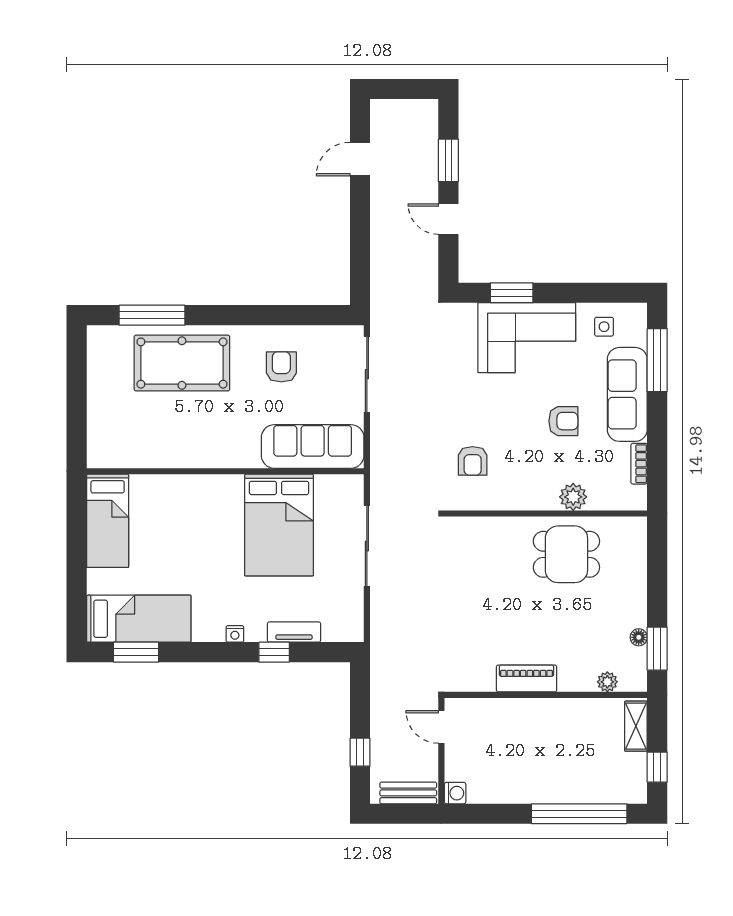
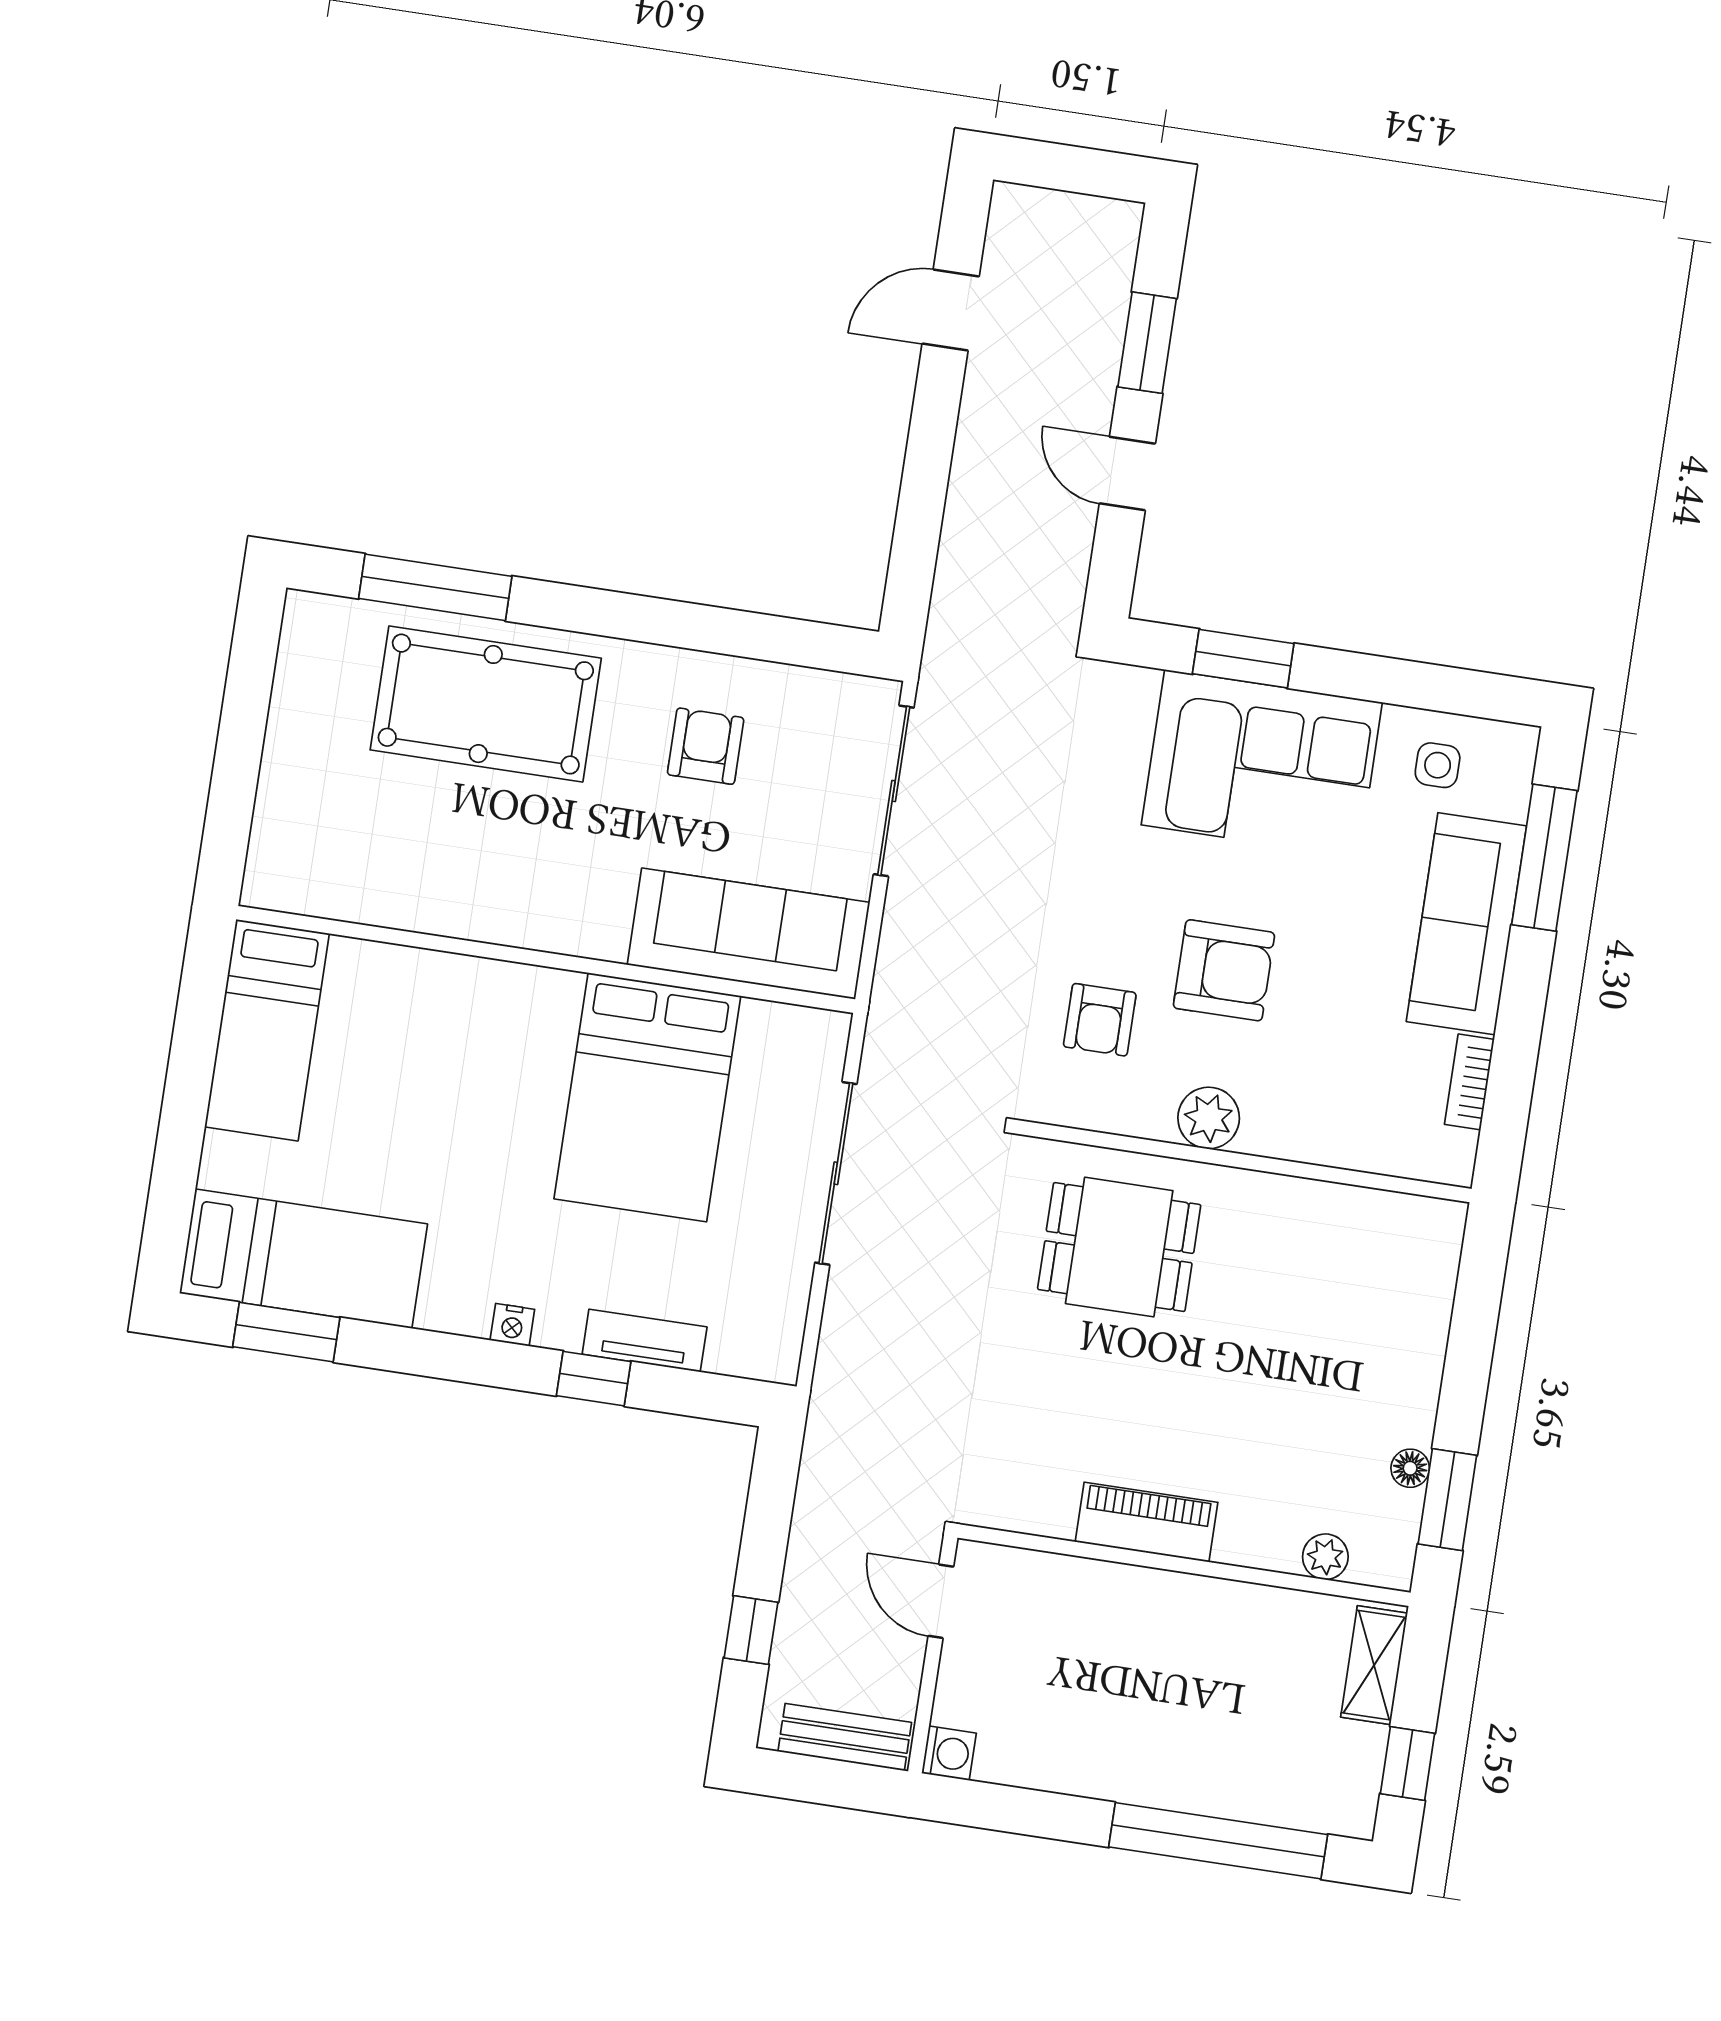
armchair: (563, 421) -> (1224, 970), moved, width x1.38, depth x1.38
plant: (573, 497) -> (1209, 1118), moved
dining table: (566, 554) -> (1119, 1247), moved

